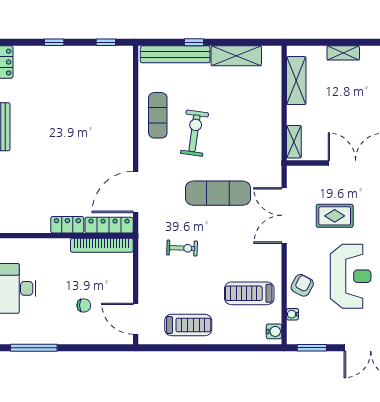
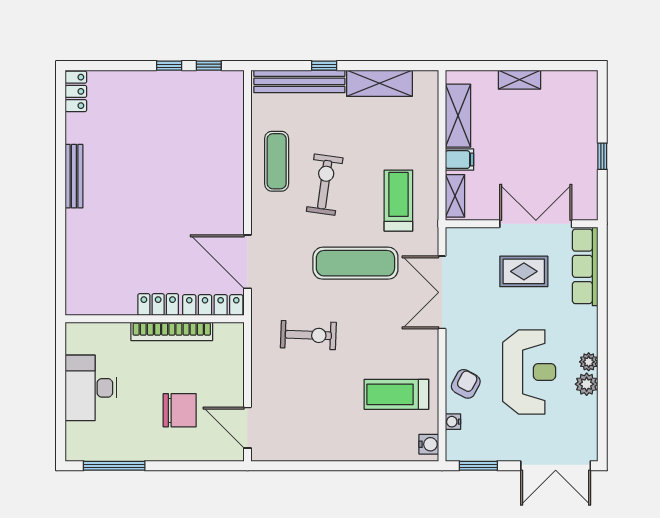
window: (54, 42) -> (169, 66), moved
filing cabinet: (297, 114) -> (459, 160), added
door: (136, 192) -> (247, 262), hinge flipped
rug: (335, 216) -> (524, 271), moved
bookcase: (102, 245) -> (172, 331), moved
exercise bike: (182, 248) -> (308, 335), width x1.38, depth x1.39
chair: (84, 305) -> (180, 410), width x1.87, depth x1.87
treadmill: (188, 325) -> (398, 201), moved, turned -90

